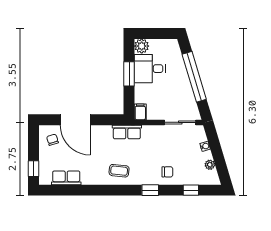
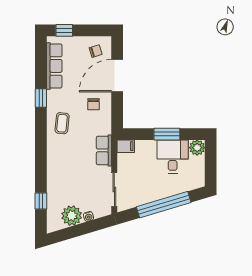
row of seats: (127, 132) -> (104, 150), moved
plant: (210, 165) -> (72, 216), width x1.87, depth x1.87
chair: (167, 172) -> (93, 104), moved
row of seats: (66, 178) -> (54, 66), width x1.48
window: (150, 190) -> (41, 98), moved

